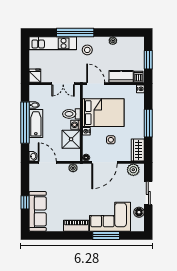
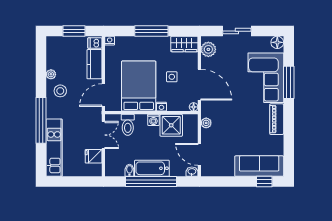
stool: (87, 50) -> (60, 91), moved
fridge: (35, 76) -> (94, 156), moved
toilet: (71, 114) -> (128, 125), moved
door: (47, 162) -> (199, 154), hinge flipped
window: (25, 202) -> (264, 182), moved
floor lamp: (139, 212) -> (277, 42), moved

